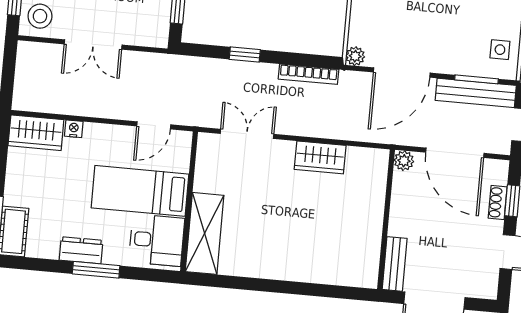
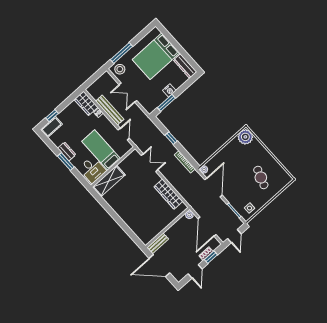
door: (402, 73) -> (213, 187), swing flipped
bench: (476, 93) -> (110, 110), moved
door: (154, 125) -> (124, 134), swing flipped
wardrobe: (320, 157) -> (168, 194), width x1.50

